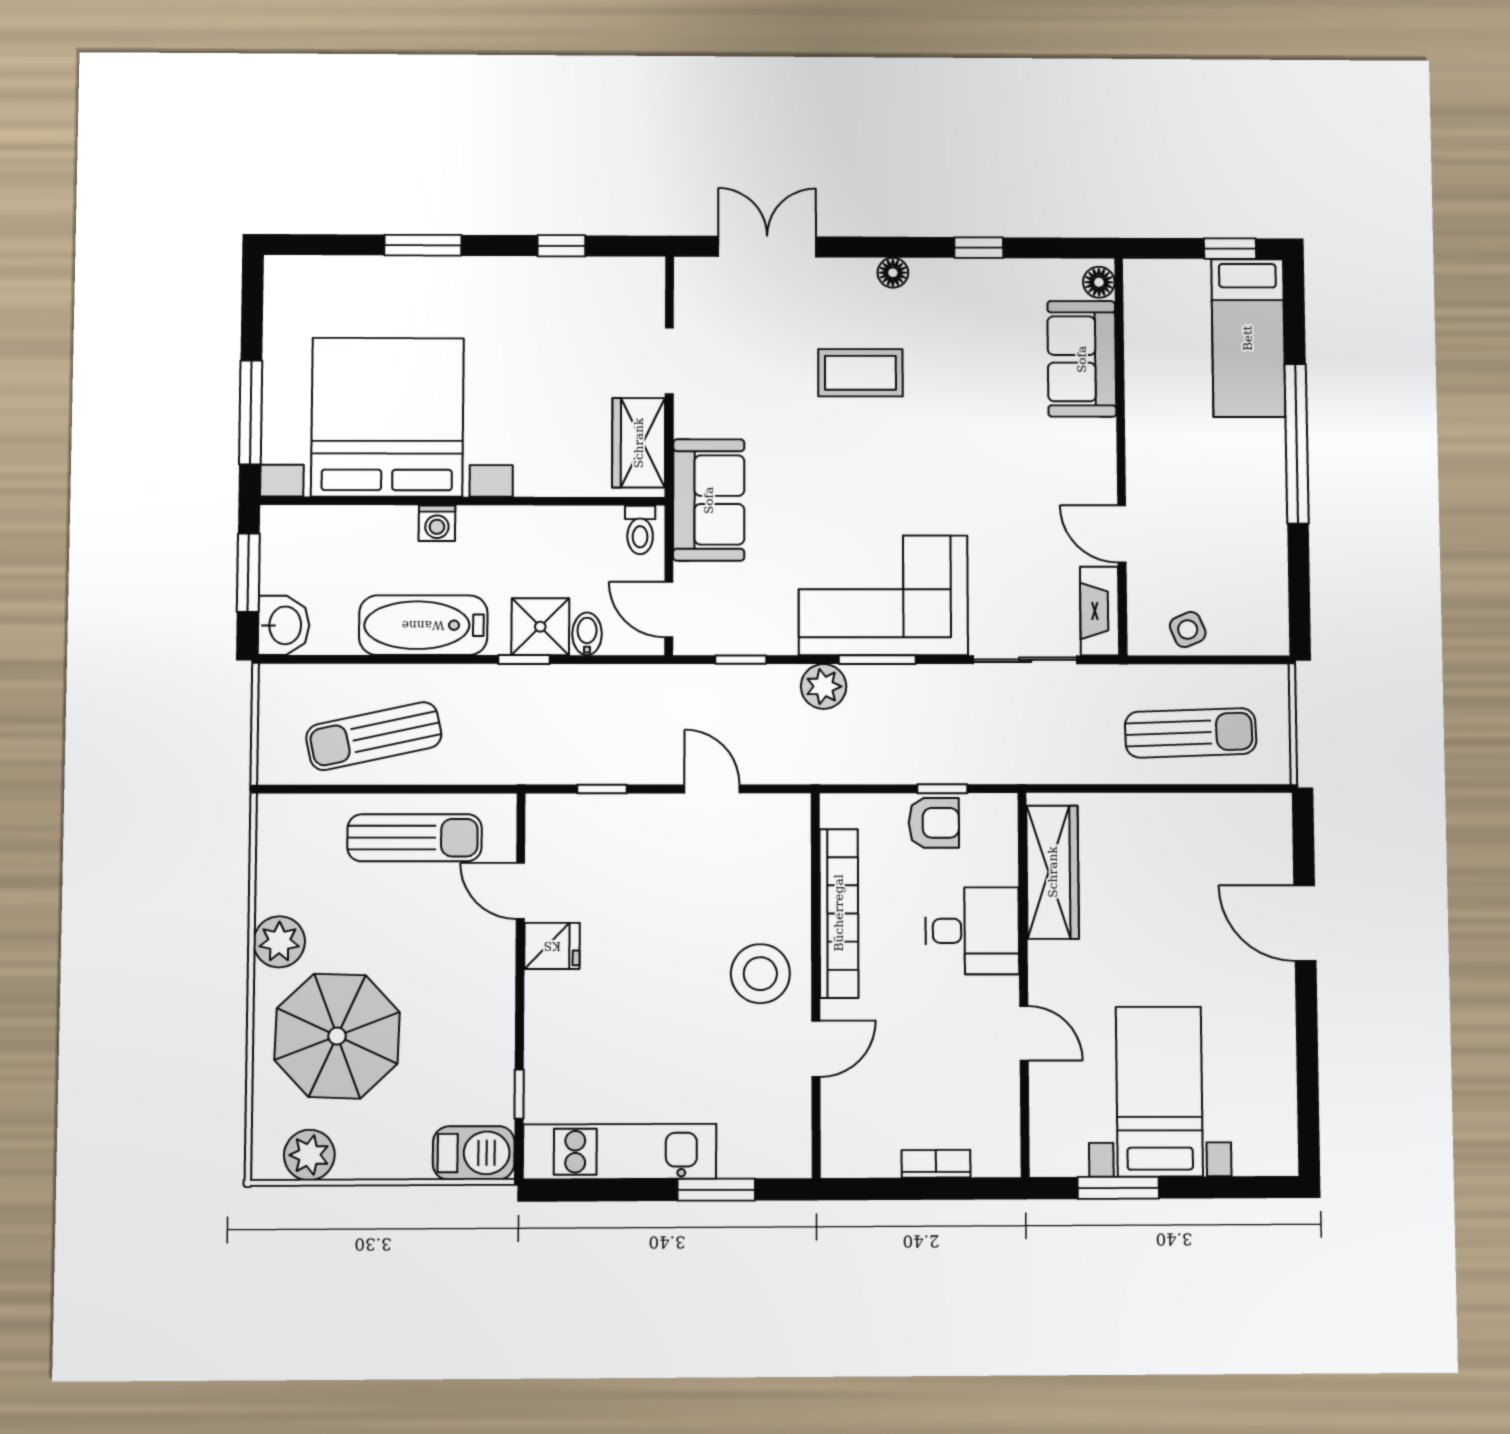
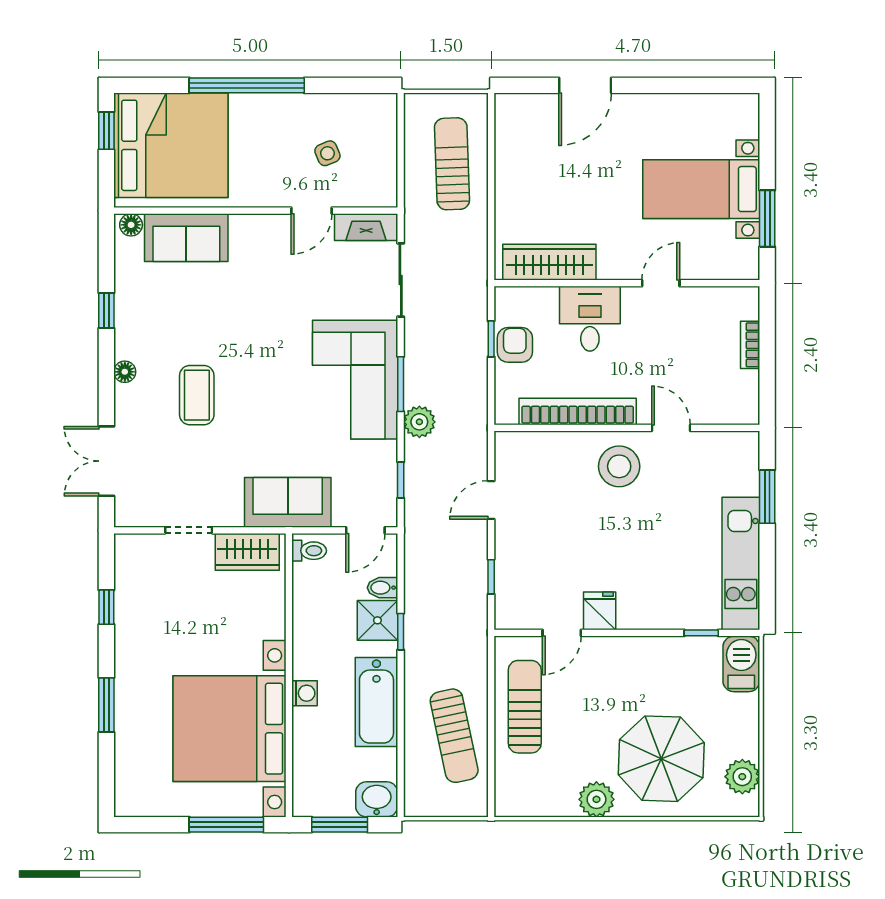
bed: (1248, 338) -> (171, 145), width x2.04
side table: (1188, 630) -> (327, 153), moved

